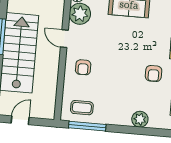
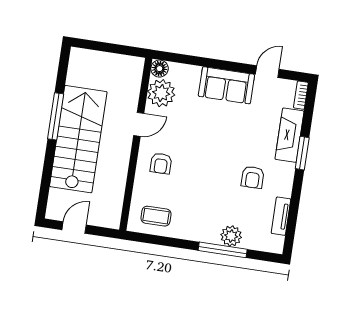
door: (64, 39) -> (139, 124), swing flipped
window: (87, 126) -> (223, 250), moved

